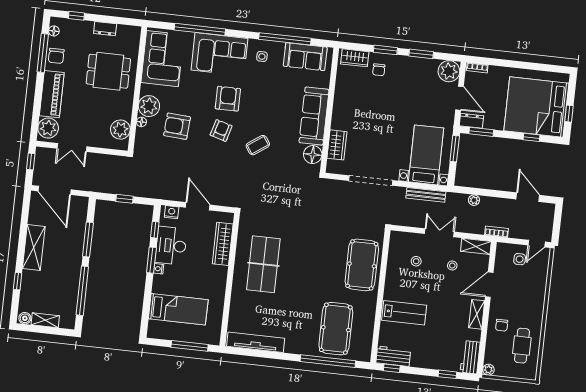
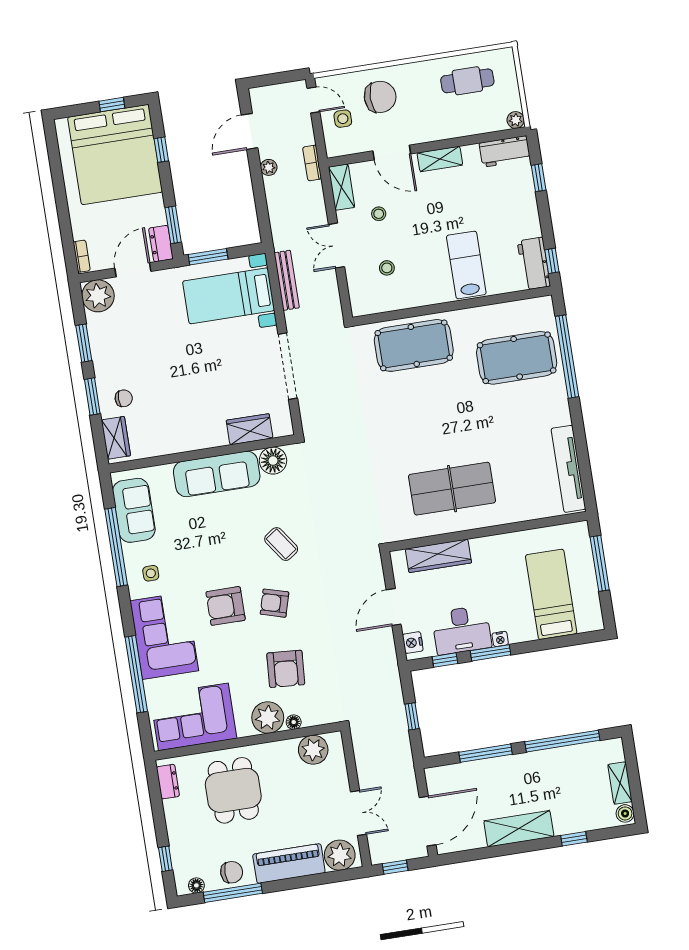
dresser: (105, 29) -> (168, 782), moved
plant: (474, 200) -> (269, 167), moved
chair: (502, 325) -> (380, 97), moved, width x1.87, depth x1.87

